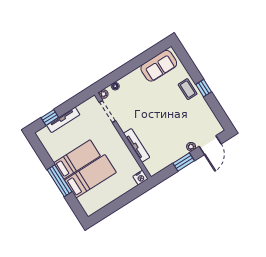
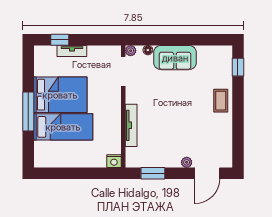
sofa: (159, 66) -> (175, 58), moved
window: (204, 88) -> (238, 67), moved
tv unit: (63, 120) -> (72, 51), width x0.71
bed: (77, 159) -> (60, 95), width x1.50
window: (184, 162) -> (153, 173), moved

